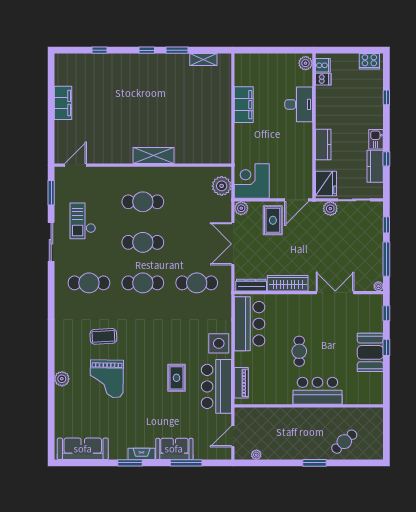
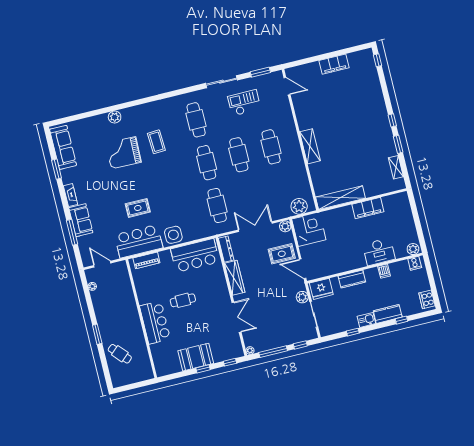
window: (99, 50) -> (378, 60), moved
dishwasher: (323, 79) -> (384, 271), moved
shelving: (223, 134) -> (340, 198), added
kitchen counter: (375, 166) -> (388, 314), moved
window: (130, 463) -> (57, 169), moved

